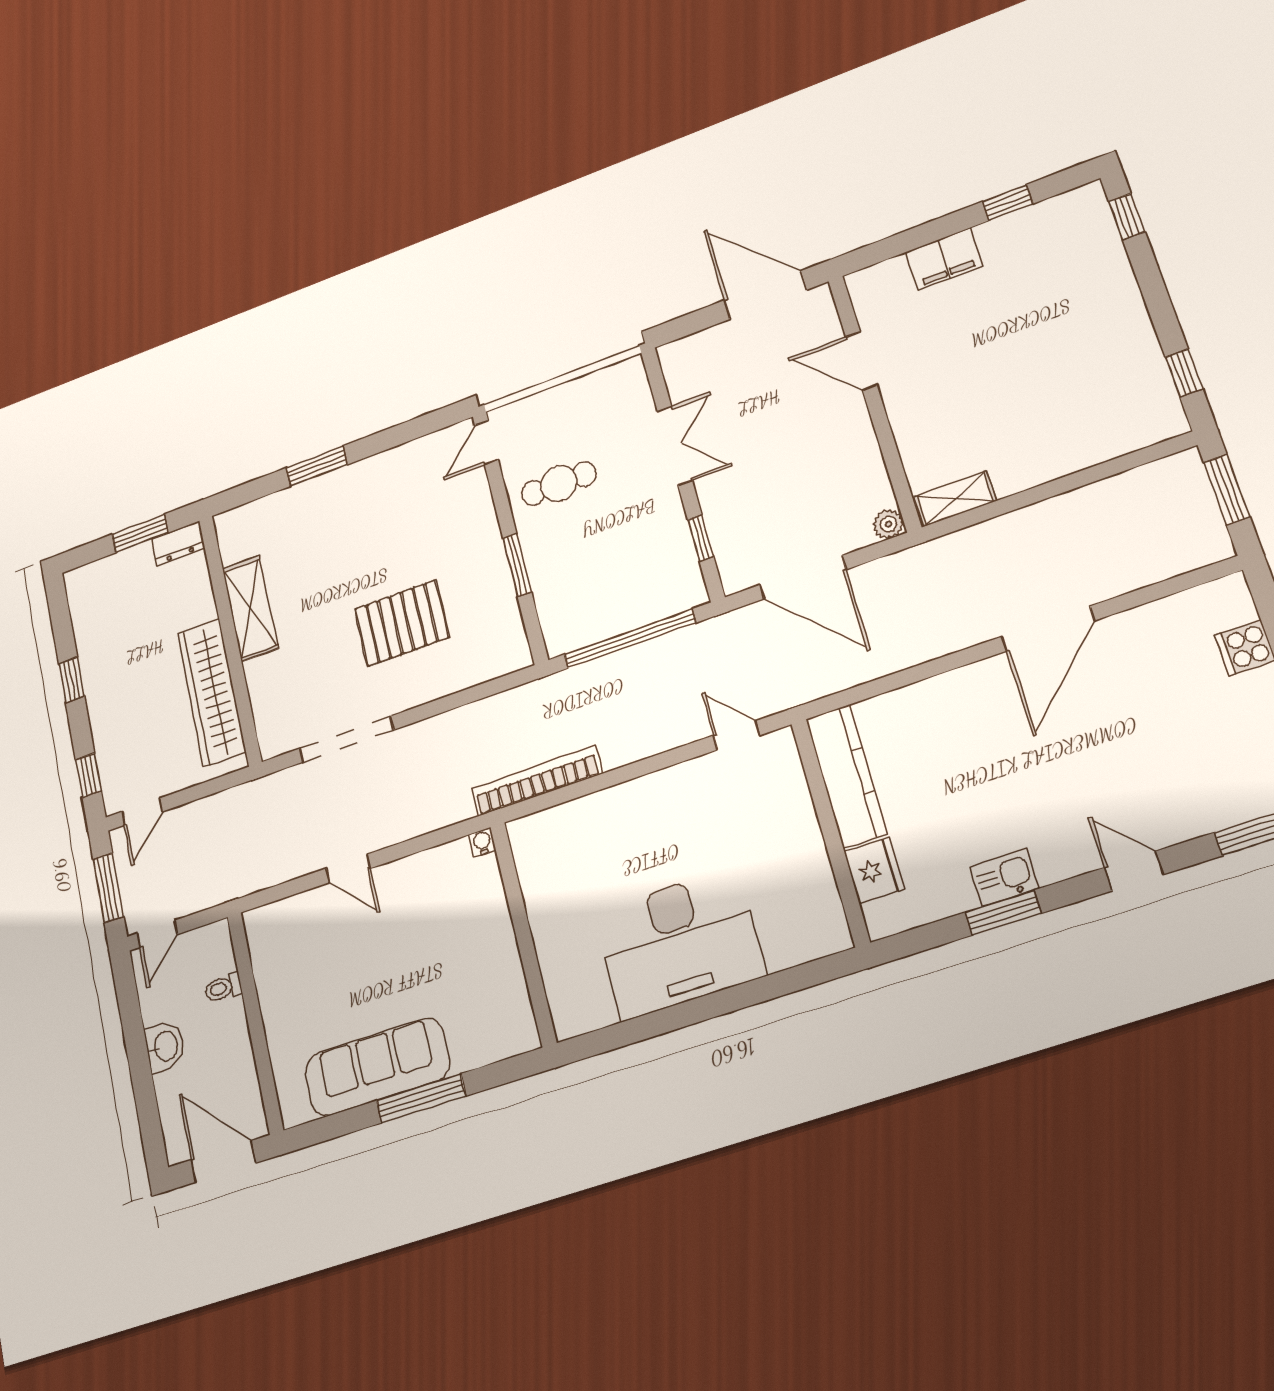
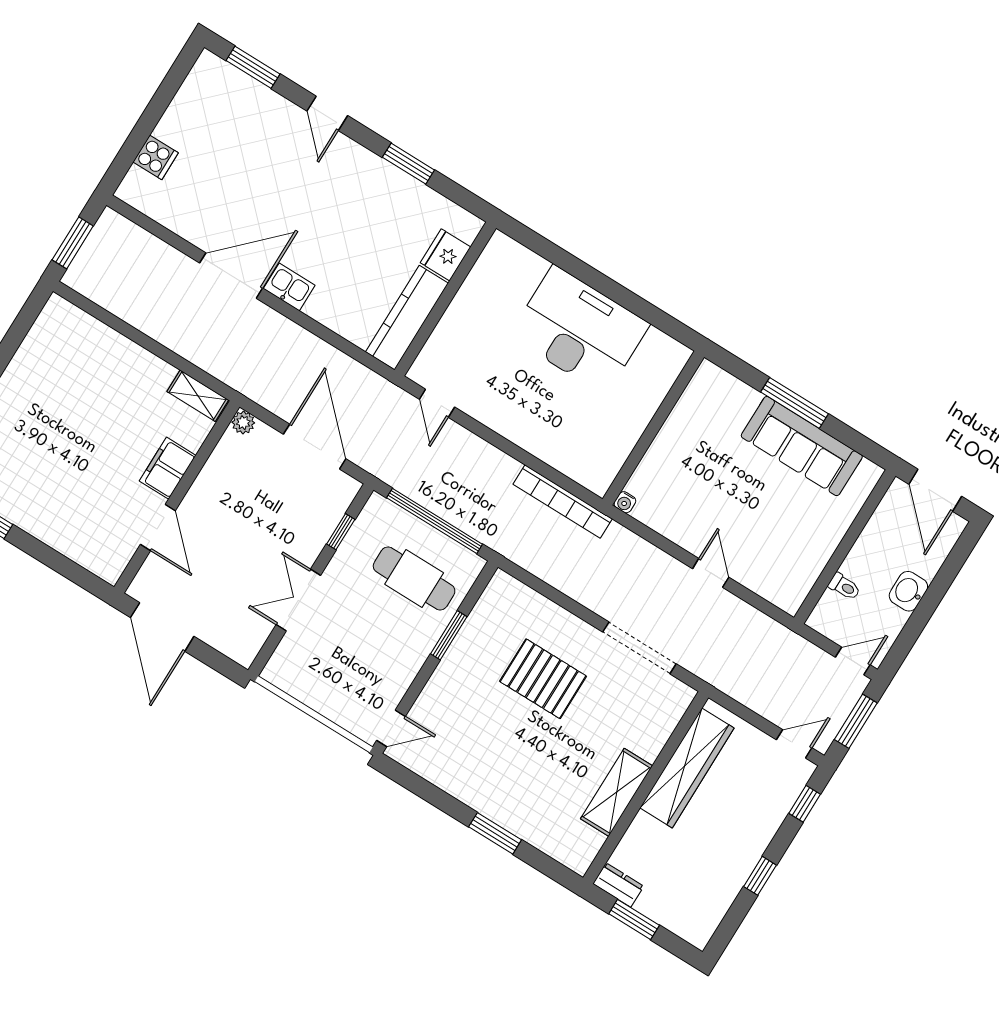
filing cabinet: (944, 259) -> (168, 468), moved, turned -90
window: (1184, 373) -> (22, 325), removed
cafe table: (559, 484) -> (414, 579), moved, width x1.37, depth x1.35
kitchen sink: (1004, 878) -> (289, 287), moved, turned 180

